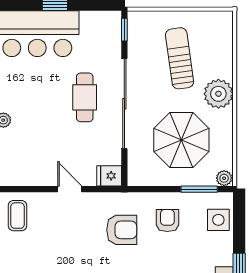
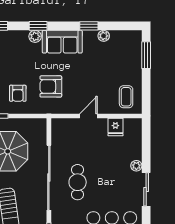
fridge: (109, 176) -> (115, 127), moved, turned 90
door: (70, 189) -> (88, 116), swing flipped

